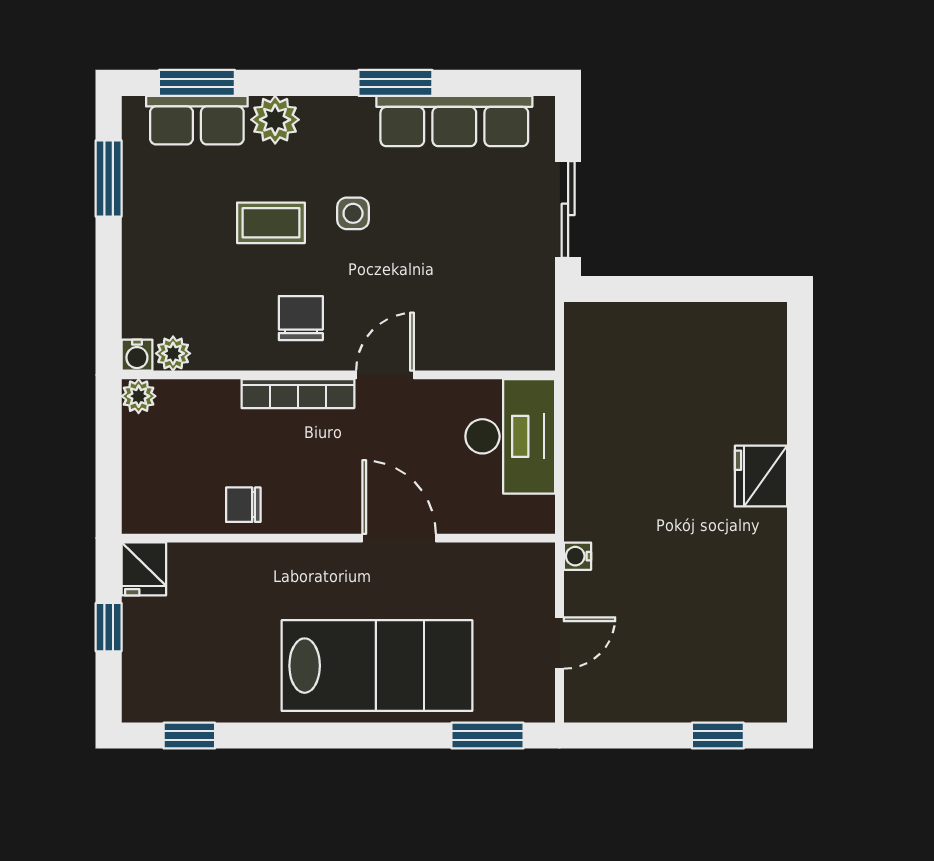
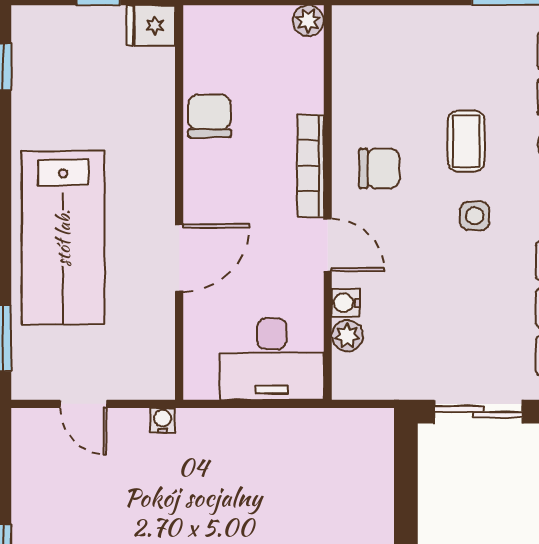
plant: (173, 353) -> (347, 336), moved
water cooler: (137, 355) -> (346, 303), moved
chair: (243, 505) -> (209, 116), width x1.37, depth x1.37

